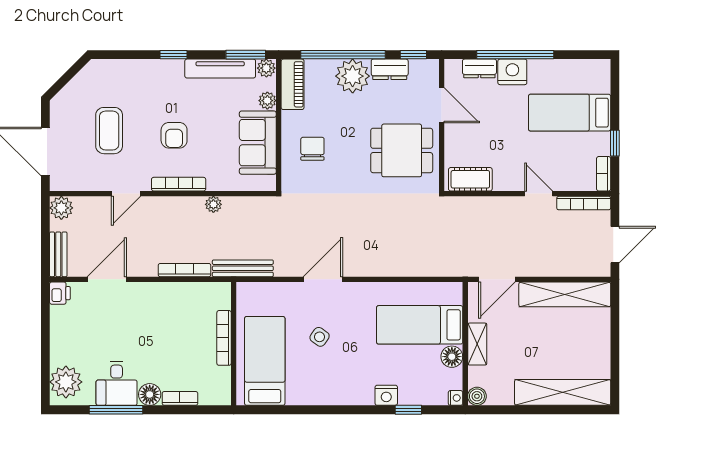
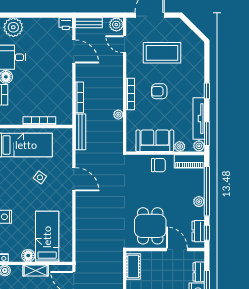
dresser: (390, 69) -> (198, 231), moved
plant: (353, 76) -> (199, 202), width x0.53, depth x0.53
door: (442, 105) -> (177, 250), swing flipped
coffee table: (109, 131) -> (162, 53), width x1.36, depth x1.32
chair: (312, 149) -> (158, 165), moved
door: (126, 194) -> (125, 44), moved

